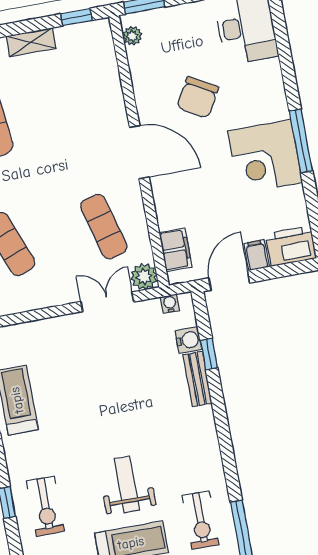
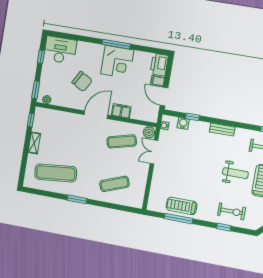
filing cabinet: (176, 250) -> (121, 111), moved
bench: (197, 379) -> (222, 130), moved
weight bench: (127, 484) -> (235, 173), turned 180

